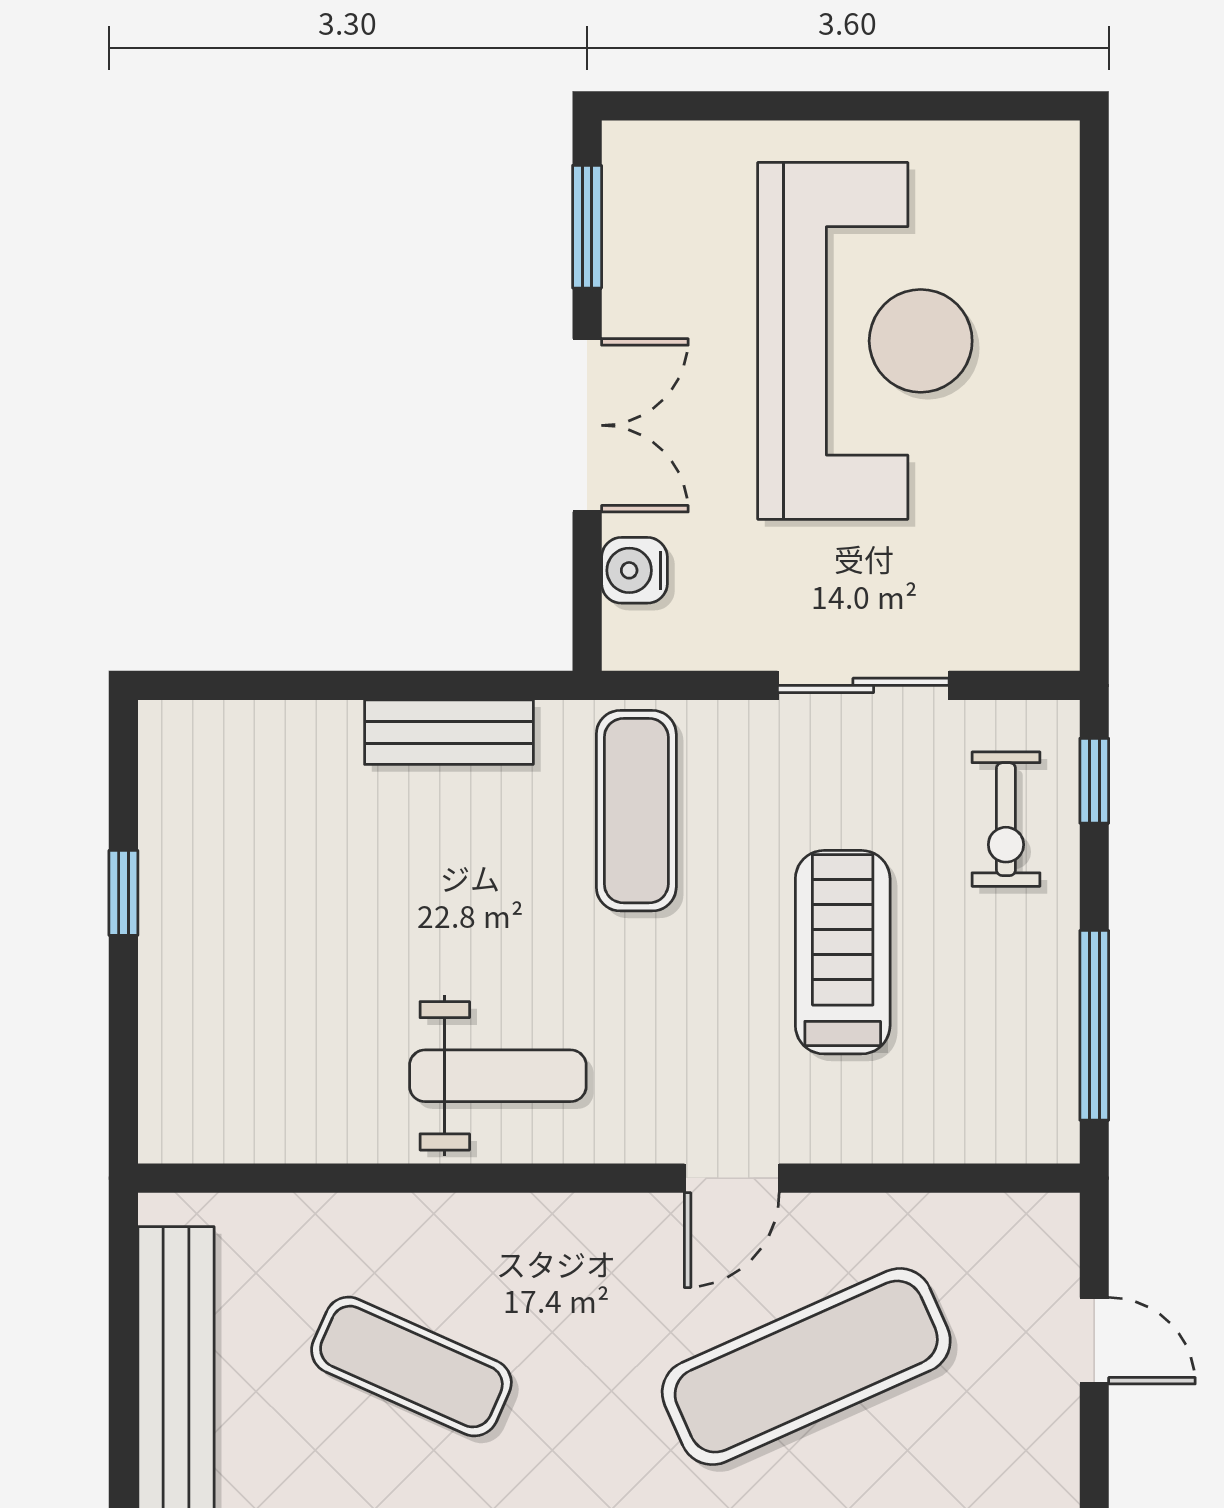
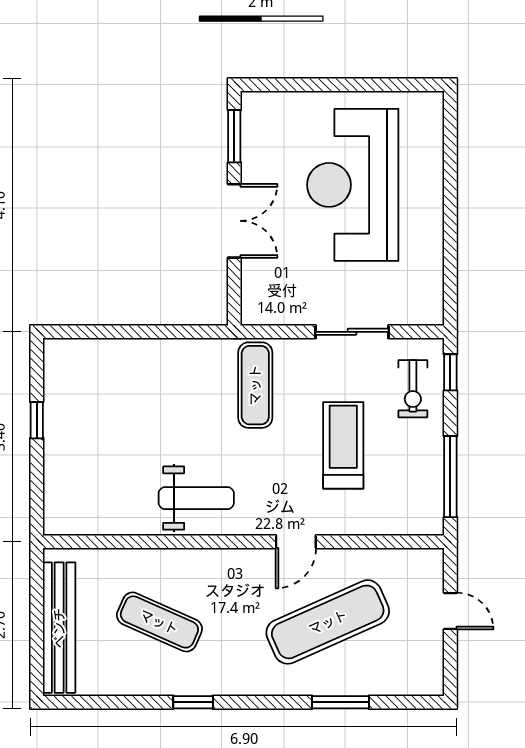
reception desk: (865, 341) -> (353, 185), turned 180
water cooler: (634, 570) -> (254, 283), removed
bench: (449, 732) -> (175, 352), removed

